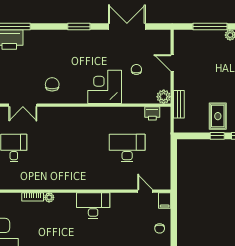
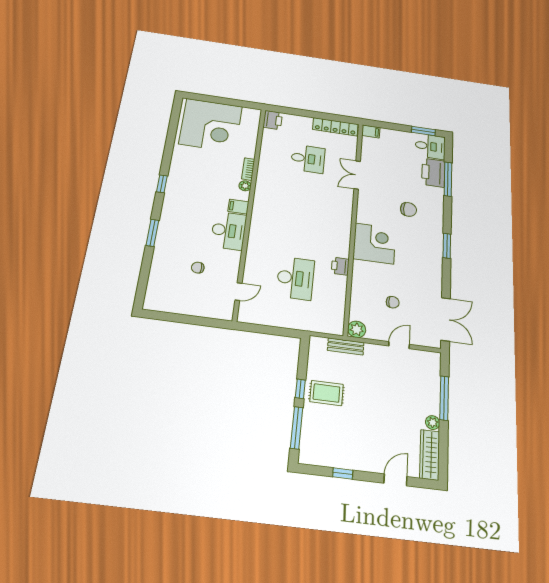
double door: (127, 27) -> (446, 319), moved
chair: (52, 84) -> (408, 209), moved
corner desk: (105, 87) -> (374, 243), moved
printer: (152, 113) -> (340, 266), moved
filing cabinet: (165, 200) -> (238, 207), moved
chair: (160, 228) -> (198, 268), moved

